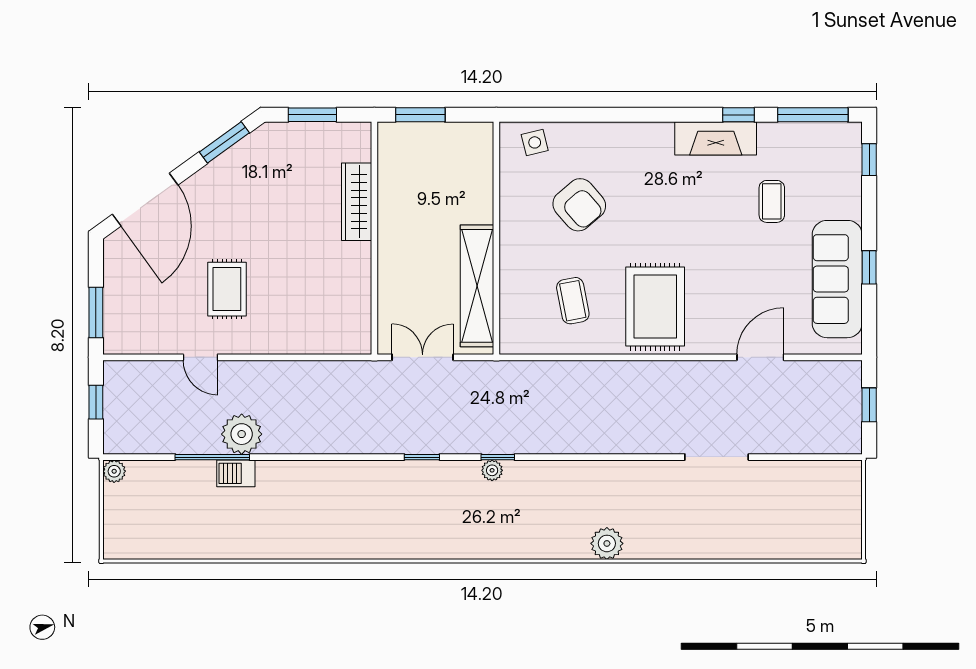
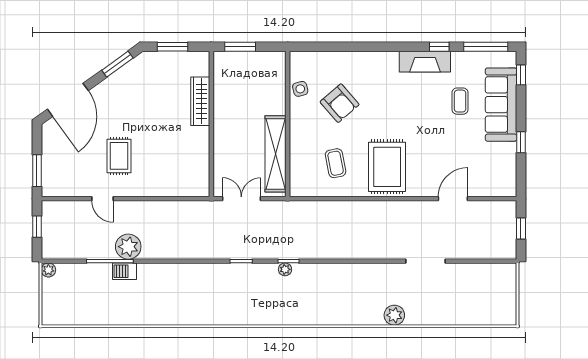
side table: (535, 142) -> (300, 89), moved
sofa: (837, 279) -> (501, 105), moved
plant: (607, 543) -> (394, 315), moved

